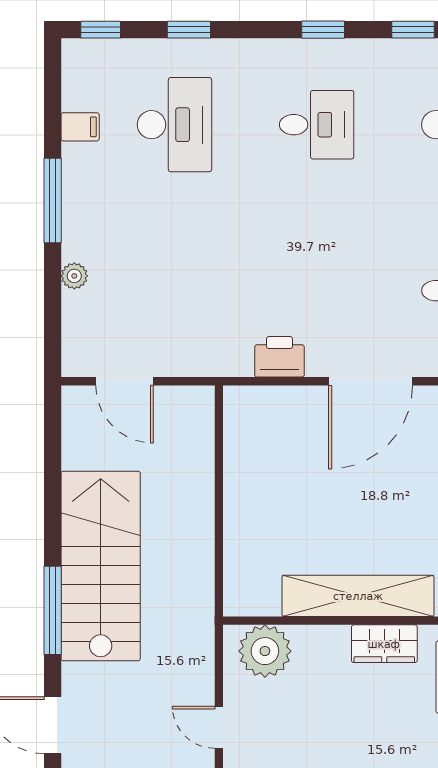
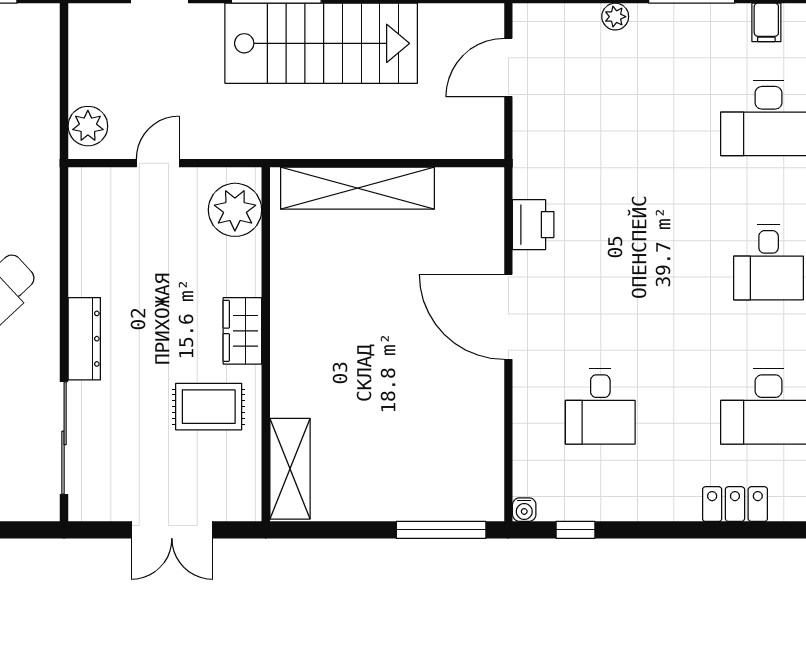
shelving: (358, 596) -> (357, 188), moved, turned 90

